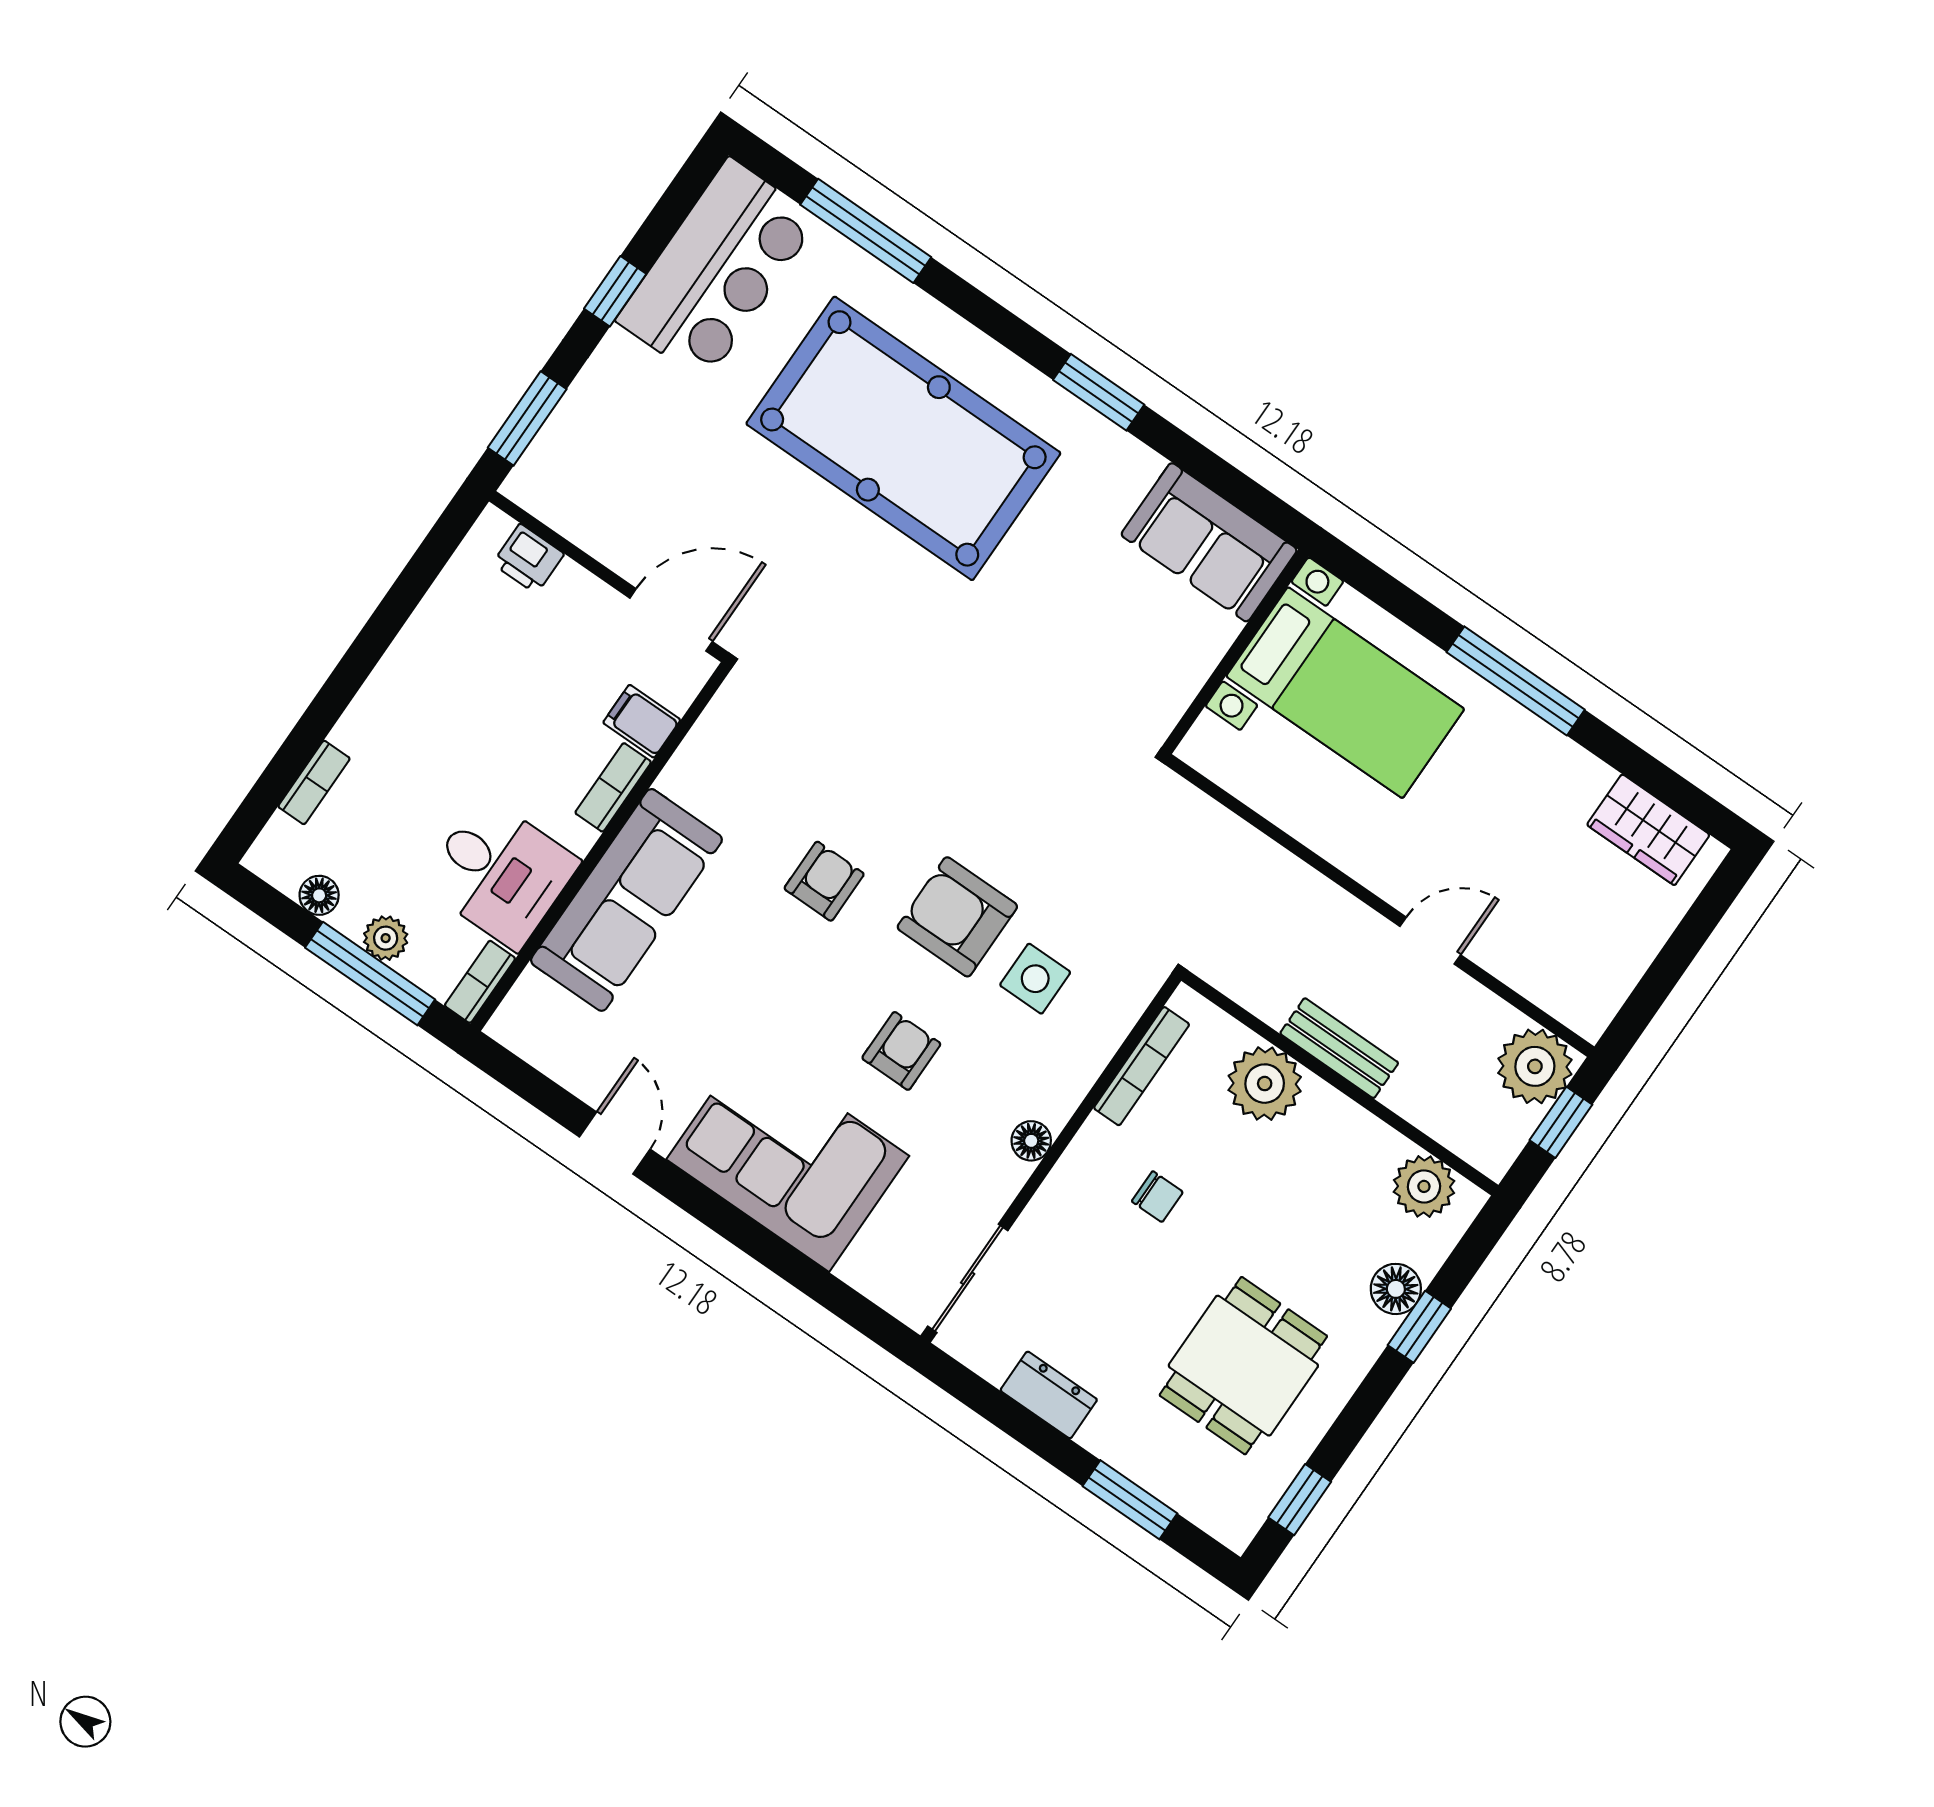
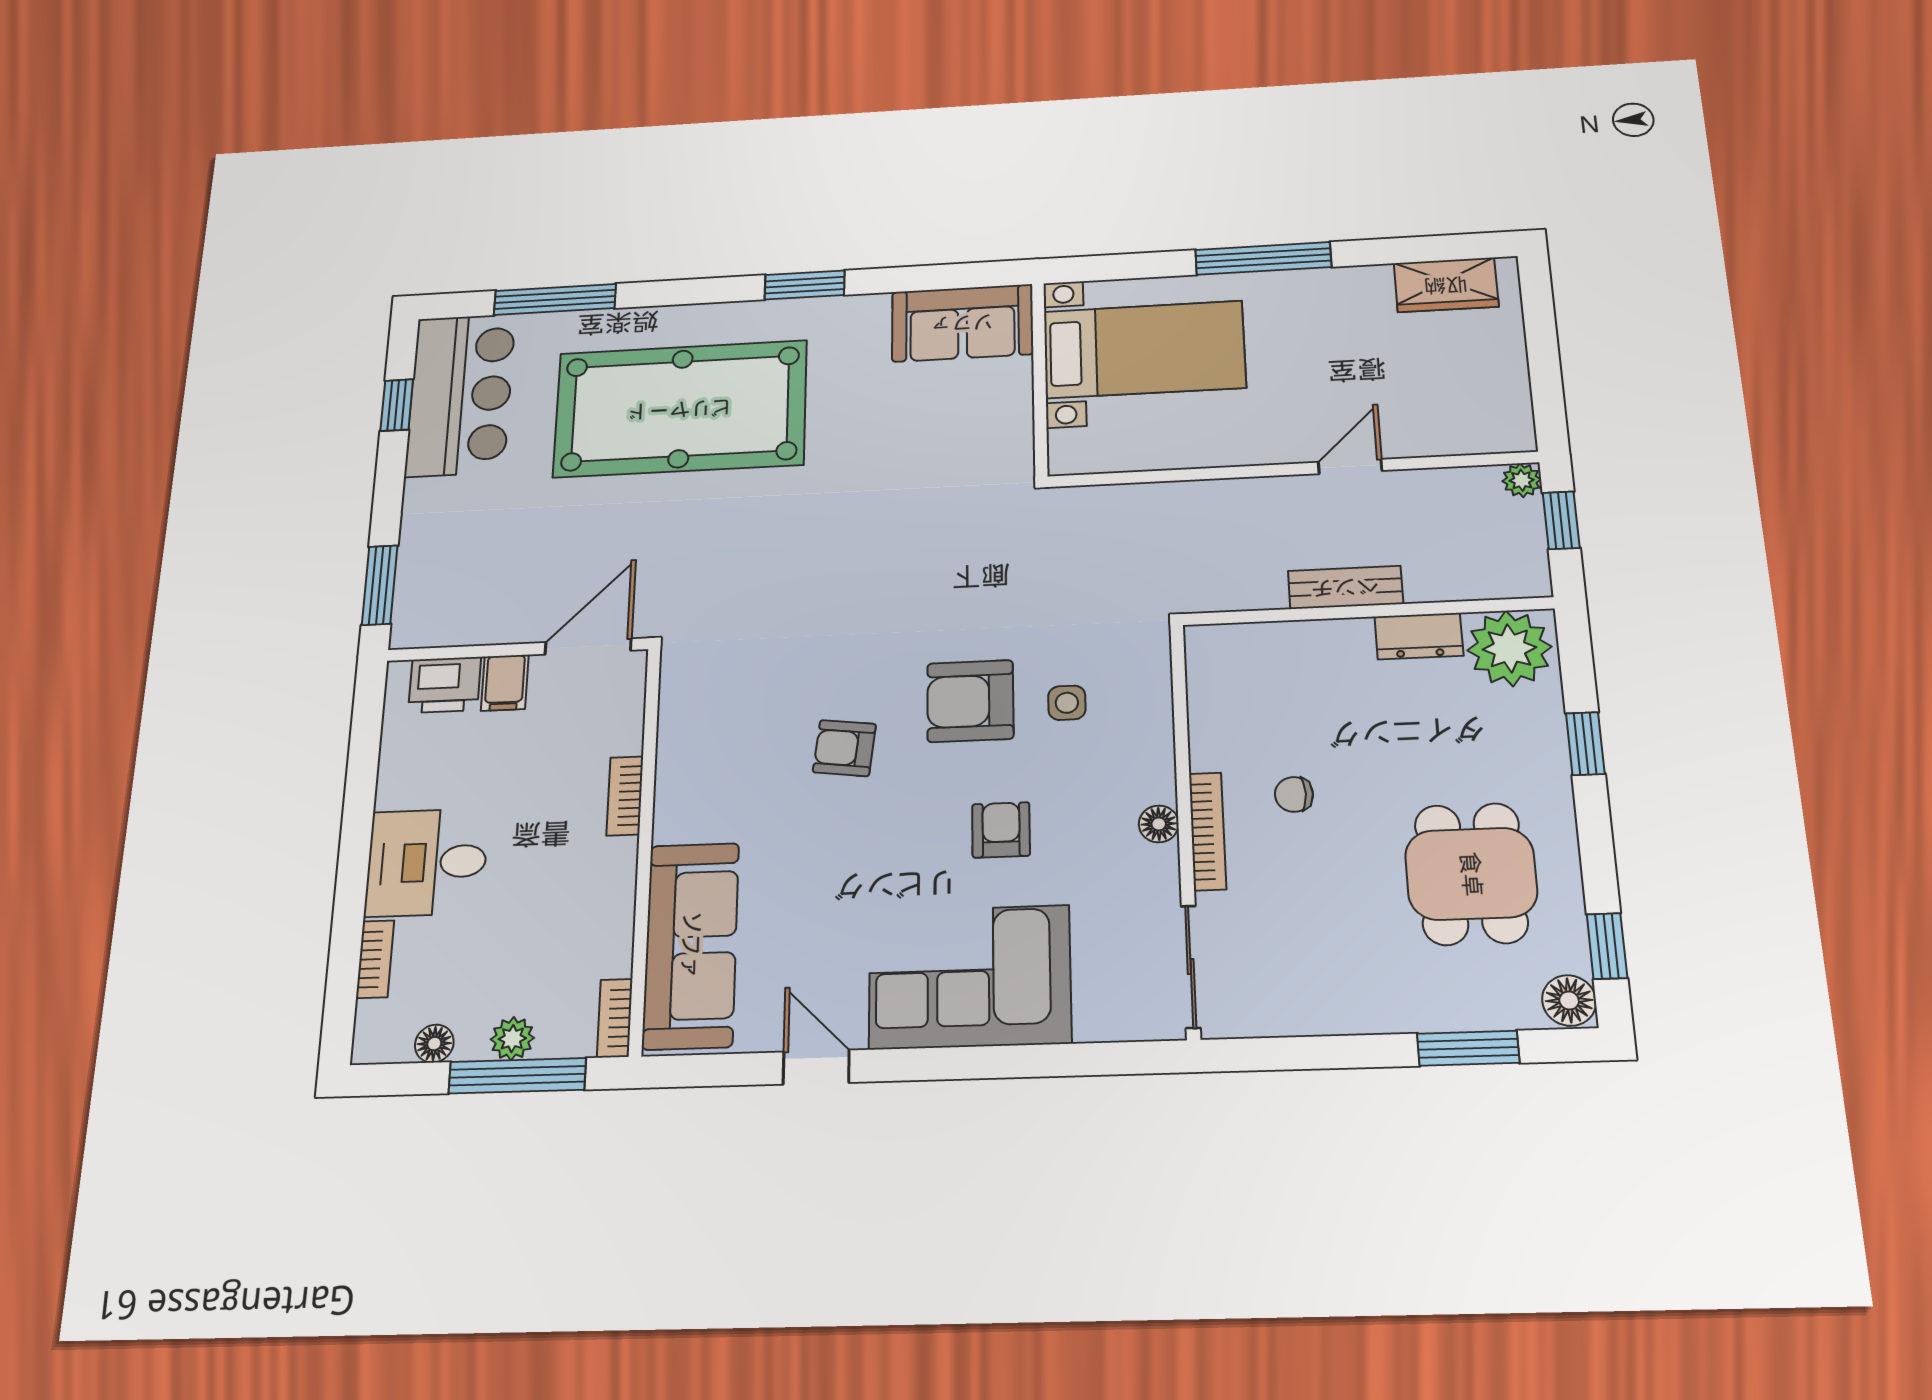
window: (615, 291) -> (397, 405), moved
printer: (528, 559) -> (445, 685), width x1.36, depth x1.24
filing cabinet: (642, 721) -> (505, 683), moved, turned -90
desk: (500, 873) -> (427, 862), moved, turned 180
armchair: (824, 881) -> (844, 748), turned -83
sofa: (626, 900) -> (691, 945), moved
side table: (1035, 979) -> (1067, 703), width x0.73, depth x0.73
bookcase: (1142, 1066) -> (1208, 831), moved
plant: (1535, 1066) -> (1522, 480), width x0.53, depth x0.53
plant: (1265, 1084) -> (1309, 653), removed
plant: (1424, 1186) -> (1509, 648), width x1.36, depth x1.36
chair: (1157, 1197) -> (1294, 794), turned 180
floor lamp: (1396, 1289) -> (1569, 1000), moved
dresser: (1049, 1395) -> (1419, 636), moved, turned 180

